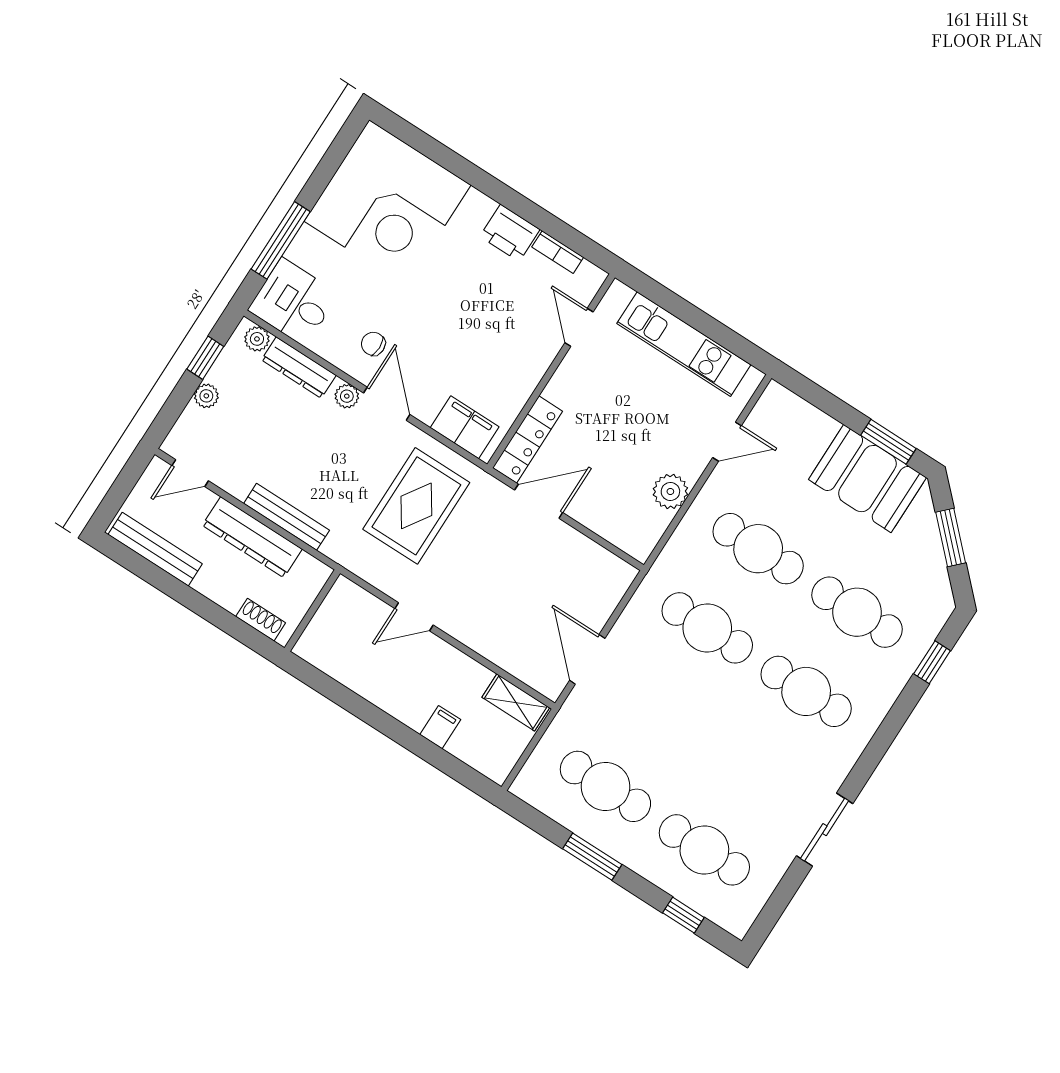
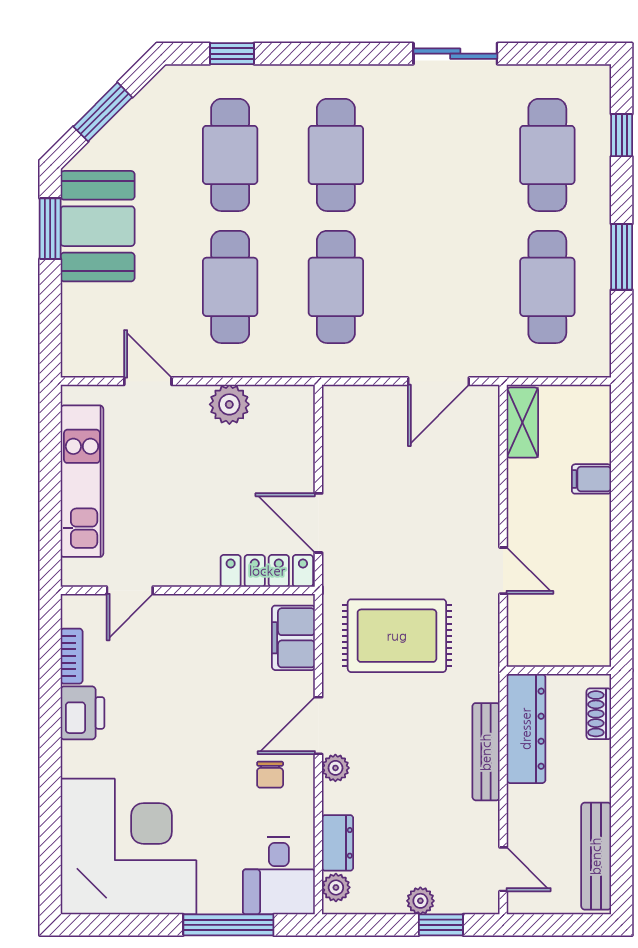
window: (205, 358) -> (441, 925), moved
dresser: (299, 367) -> (338, 843), width x0.70
dresser: (252, 537) -> (526, 729), moved

